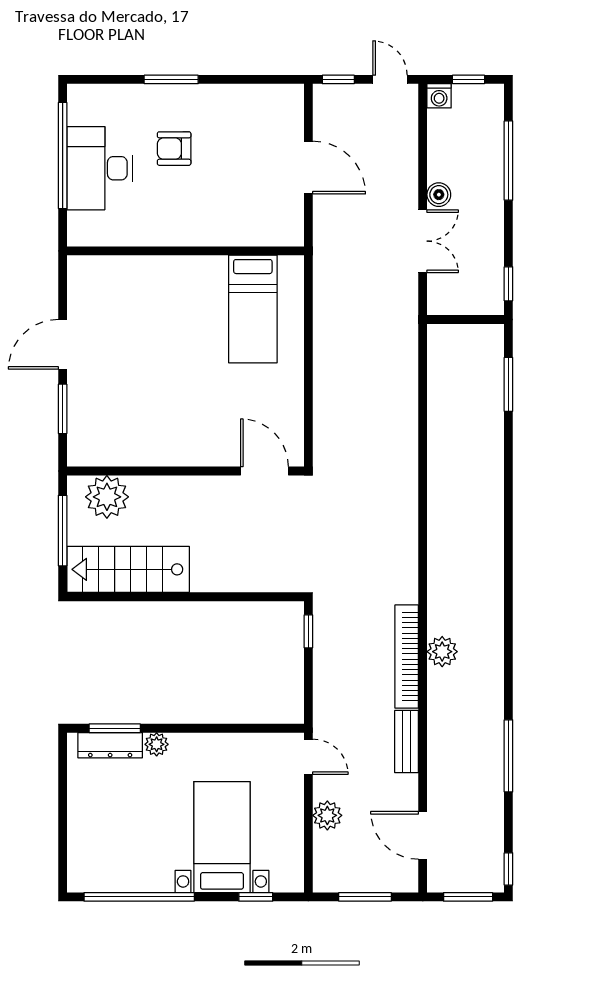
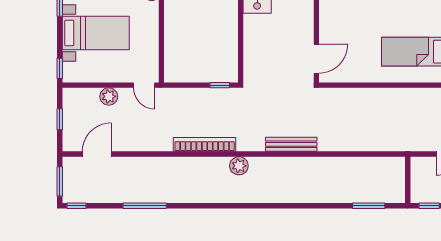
plant: (442, 652) -> (239, 166), moved
bench: (407, 742) -> (291, 144), moved, width x1.36
door: (308, 757) -> (144, 85), hinge flipped
window: (256, 897) -> (60, 68), moved
window: (365, 897) -> (60, 119), width x0.67

